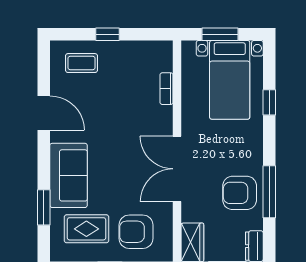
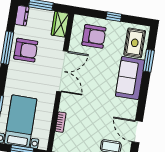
door: (44, 113) -> (137, 132), moved
rug: (86, 229) -> (135, 43), moved, turned 90

